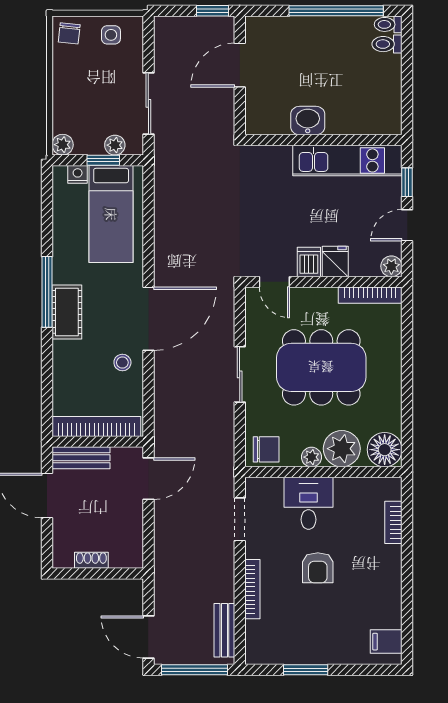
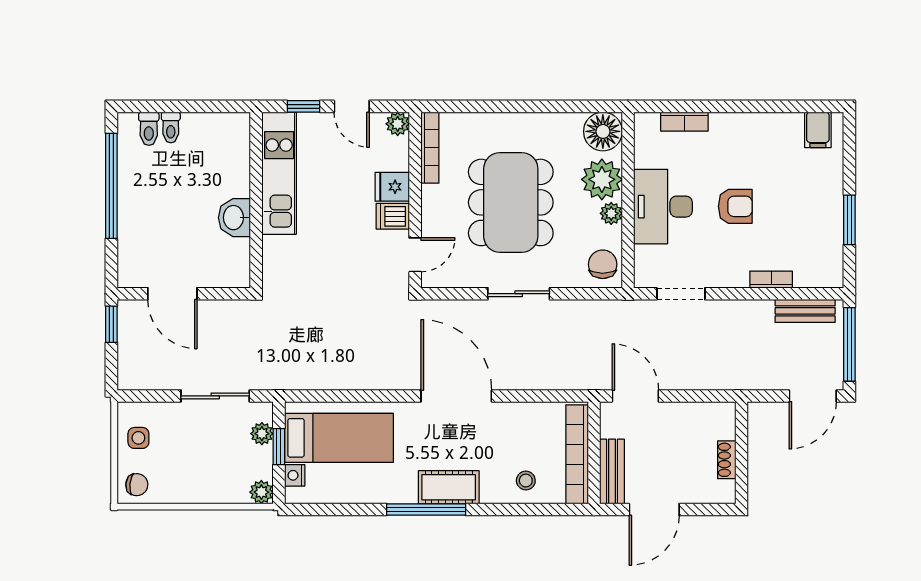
toilet: (388, 24) -> (171, 128), moved
stool: (122, 363) -> (526, 481), moved
desk: (309, 503) -> (663, 207), width x1.37
bookcase: (252, 589) -> (771, 280), width x0.64

